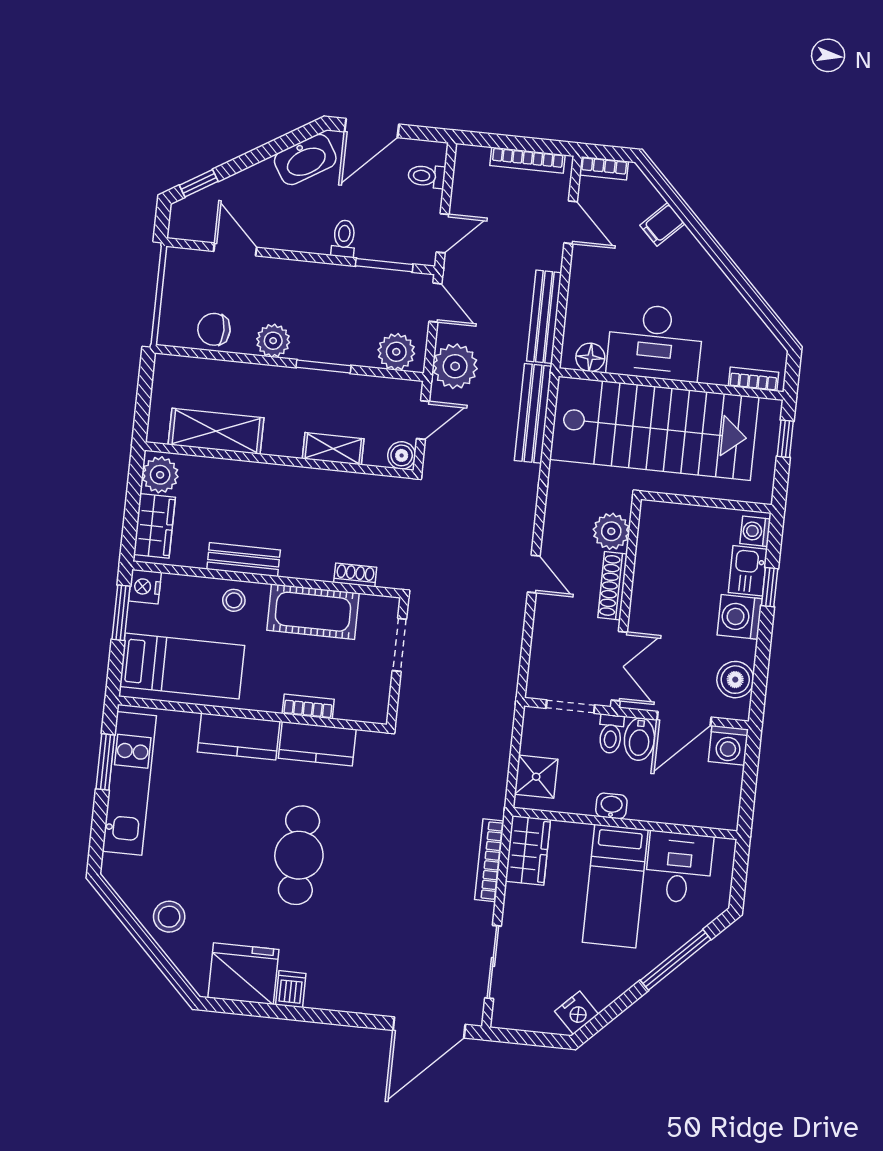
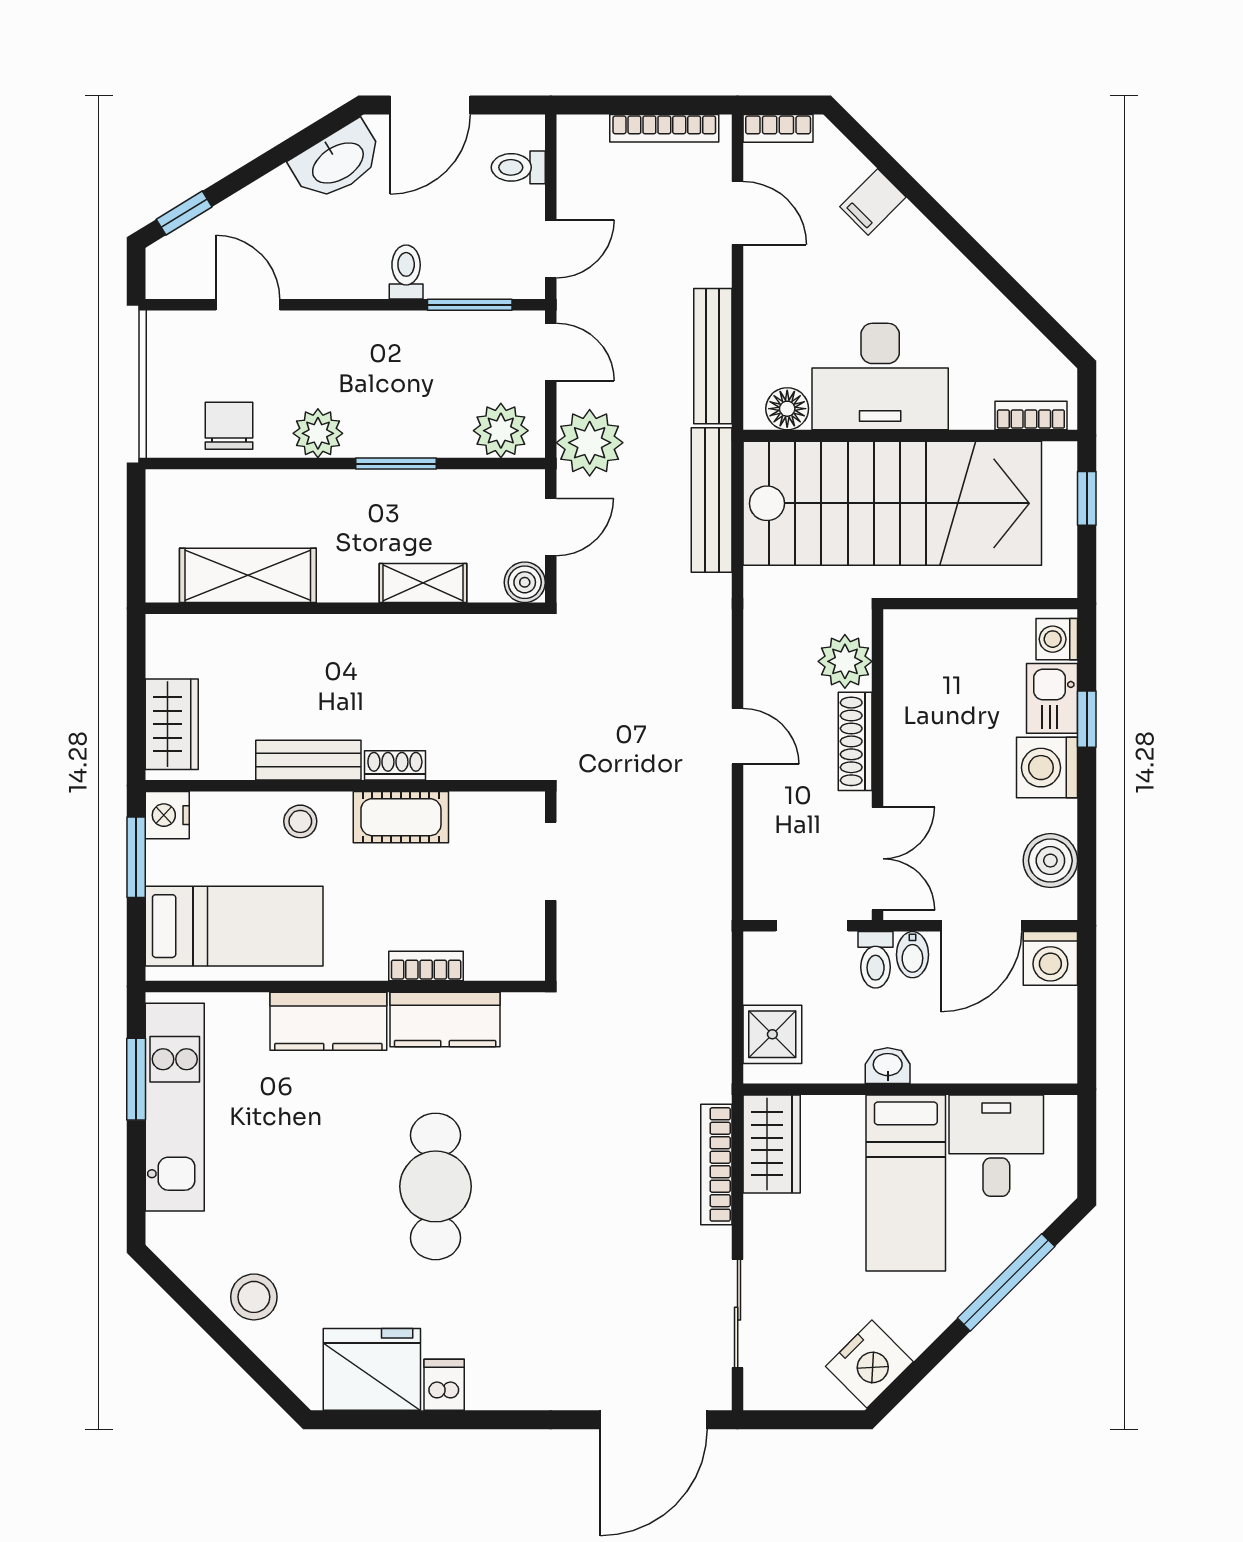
chair: (214, 329) -> (229, 426), turned 90
plant: (160, 475) -> (172, 648), removed
shoe rack: (355, 575) -> (395, 765), moved
cot: (313, 612) -> (401, 817), width x0.73, depth x0.75
bidet: (639, 739) -> (912, 955), width x0.72, depth x0.74
nightstand: (577, 1013) -> (869, 1364), width x1.36, depth x1.33

